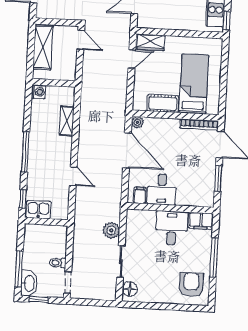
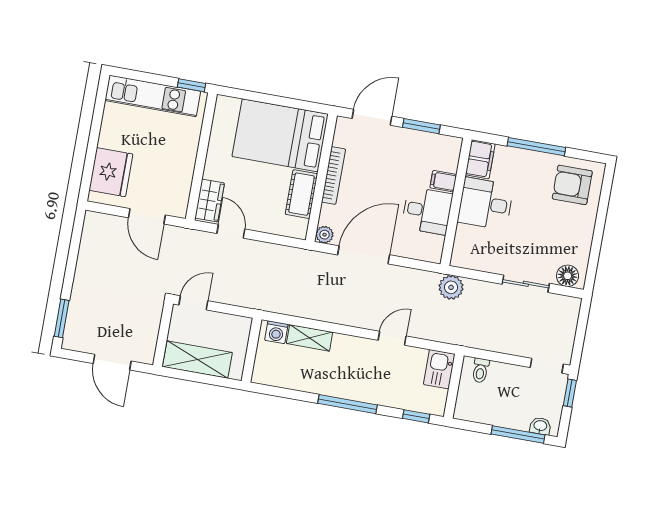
bed: (194, 84) -> (280, 135), width x1.50
washing machine: (38, 92) -> (276, 332), moved, turned 180
bookcase: (199, 125) -> (333, 176), moved
filing cabinet: (140, 195) -> (443, 181), moved
kitchen sink: (38, 210) -> (439, 369), moved
plant: (111, 230) -> (451, 287), moved
toilet: (58, 263) -> (480, 370), moved
washbasin: (29, 283) -> (540, 426), width x0.52, depth x0.69
window: (39, 300) -> (570, 393), moved

